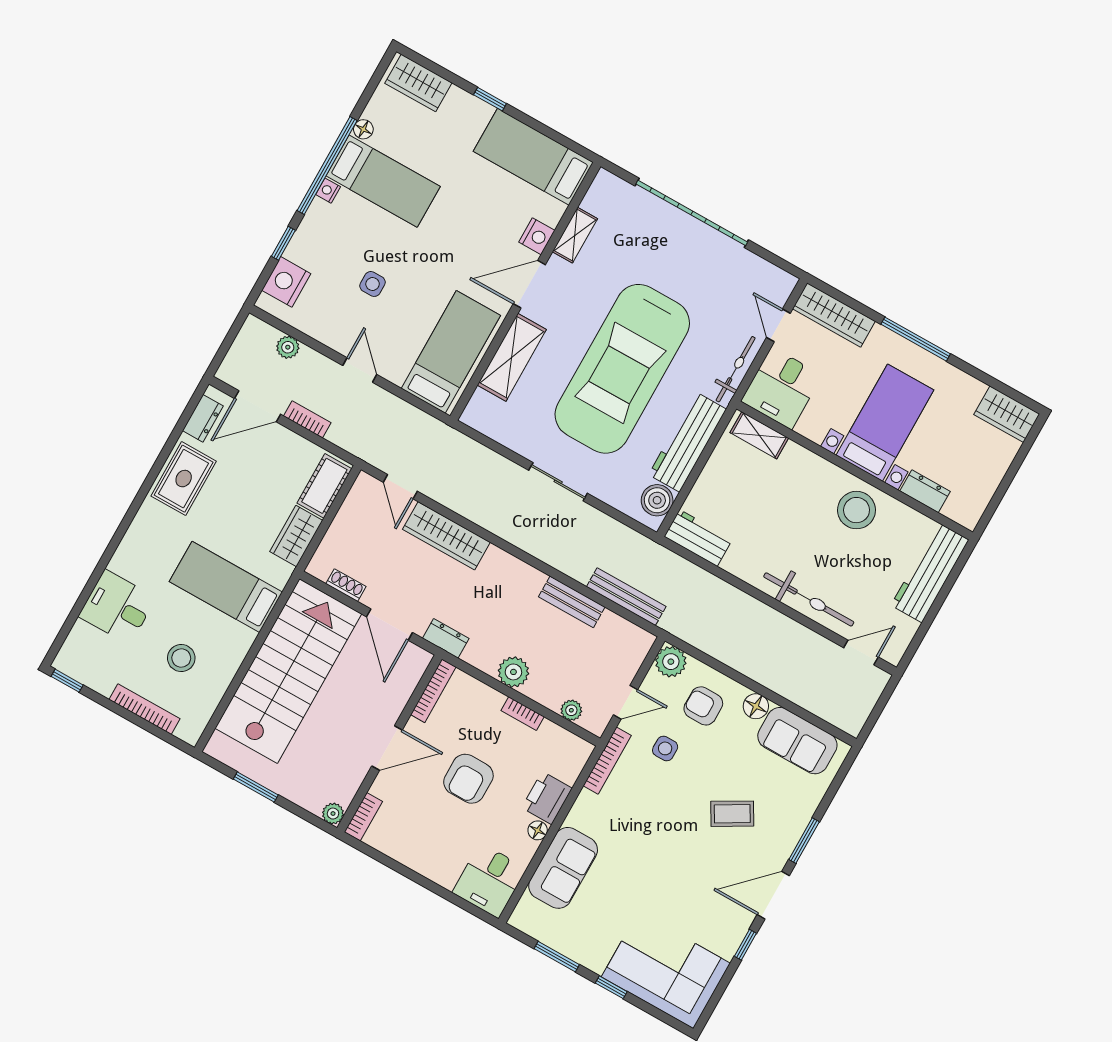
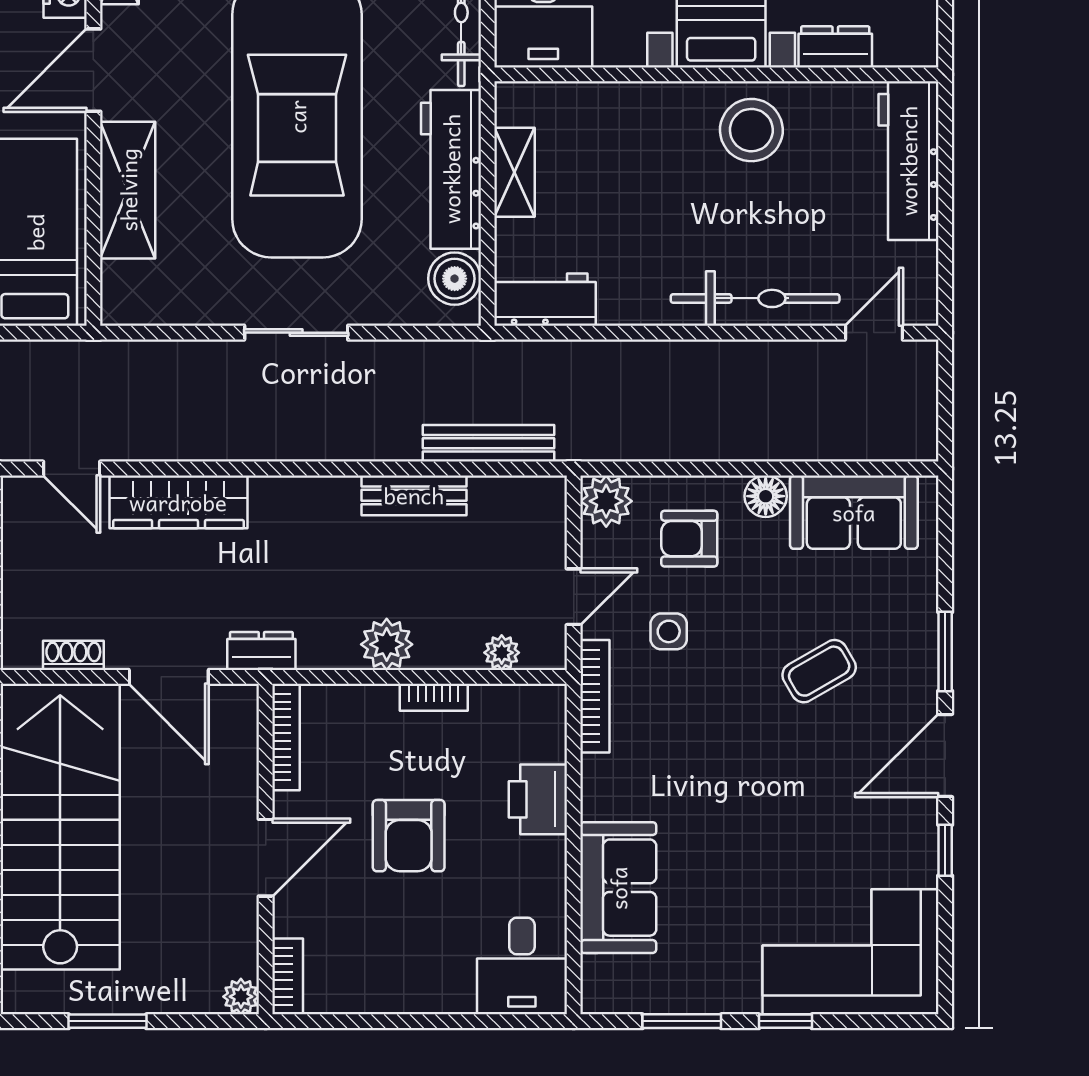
shelving: (759, 435) -> (514, 172), moved, turned 90
floor lamp: (538, 830) -> (551, 854), removed

